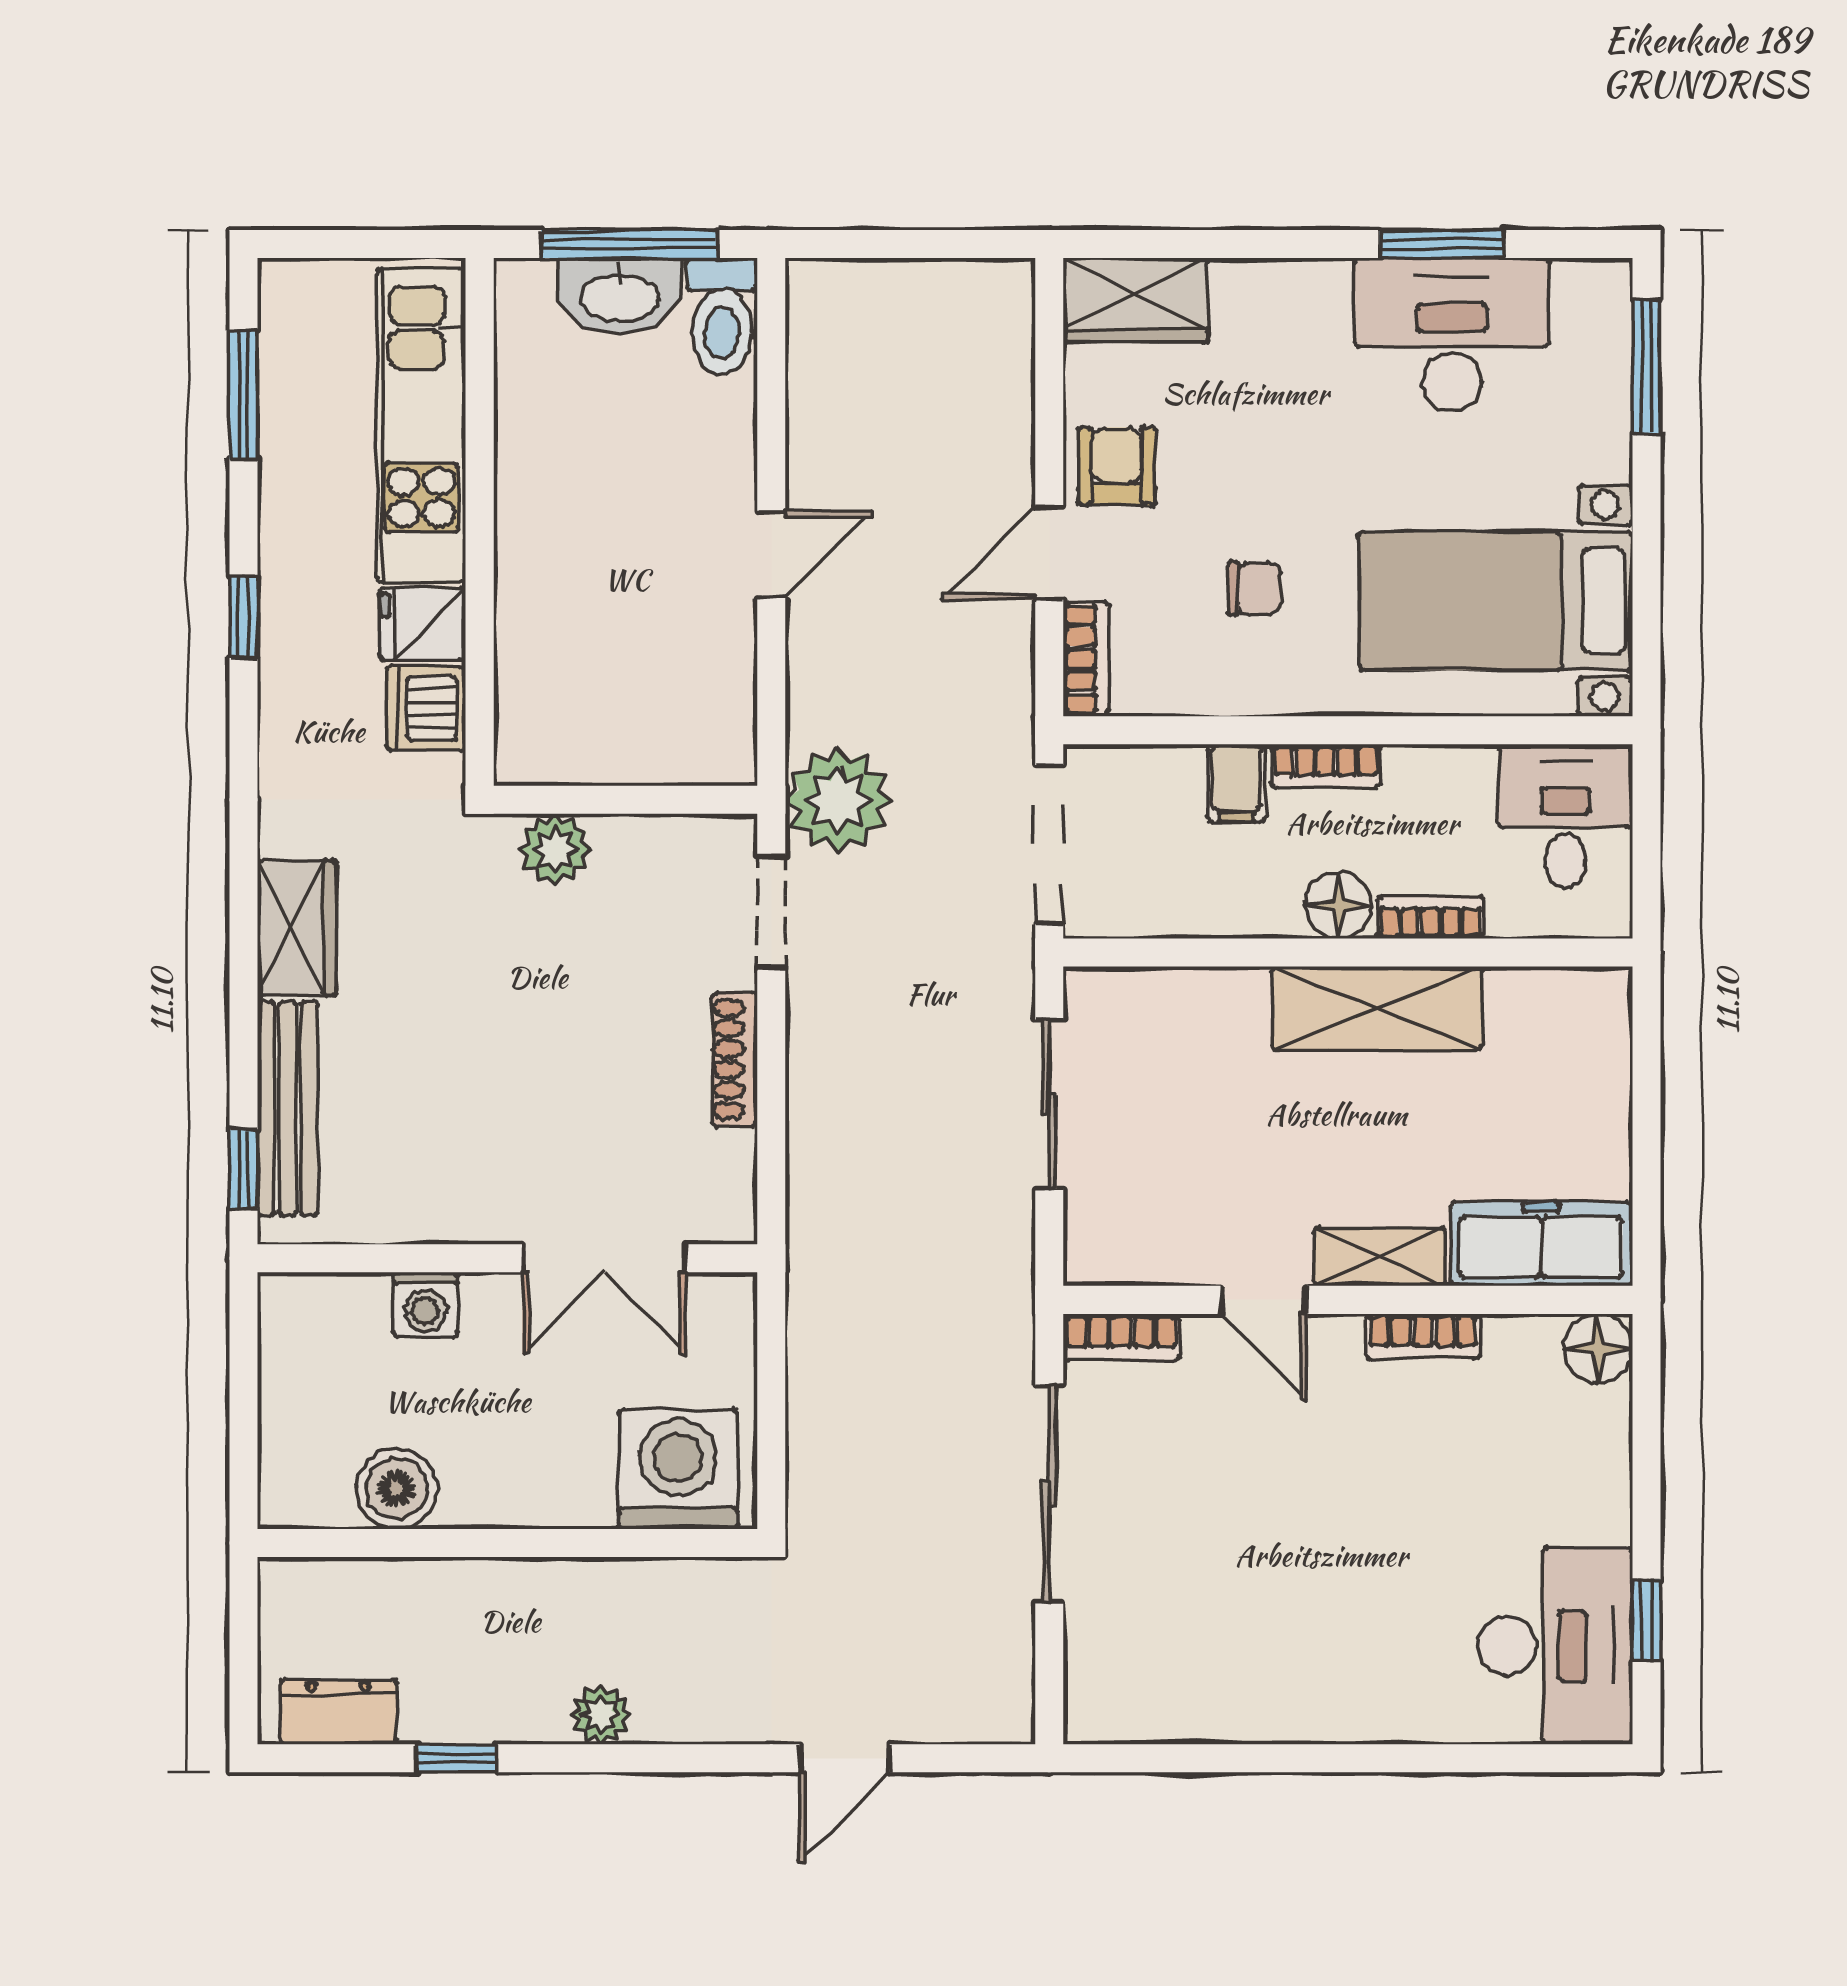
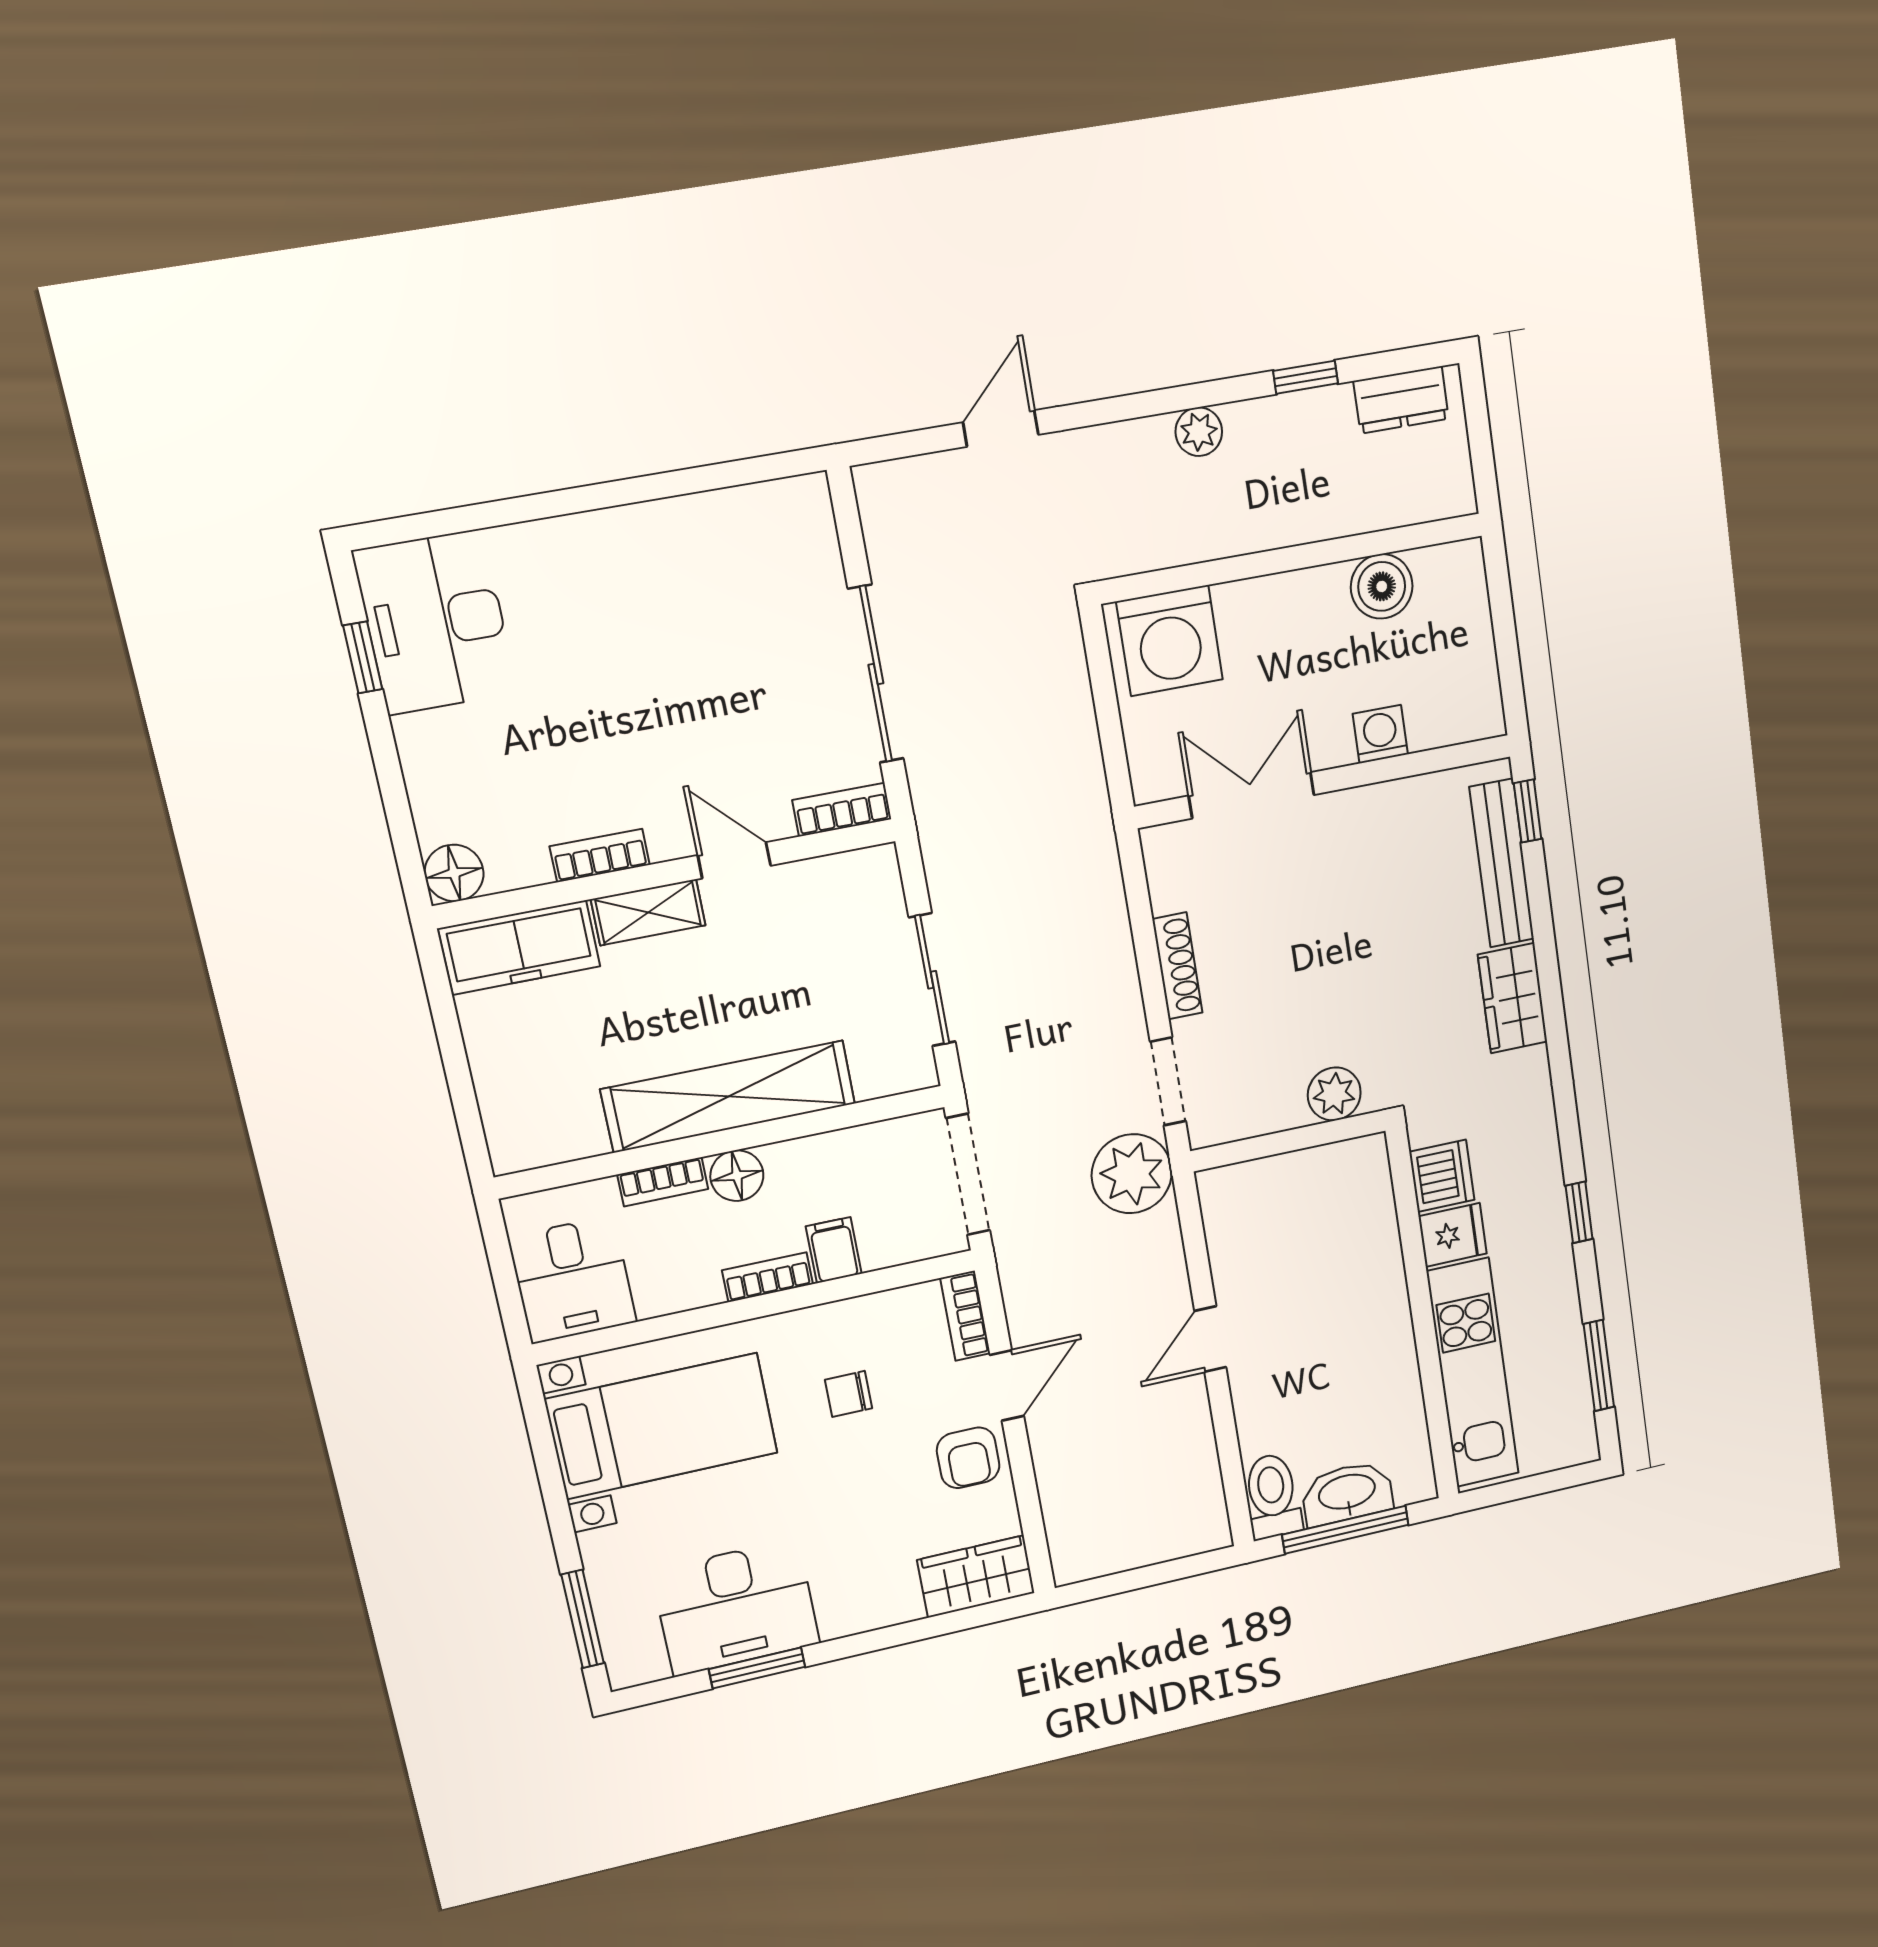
shelving: (1377, 1008) -> (728, 1096), width x1.47

